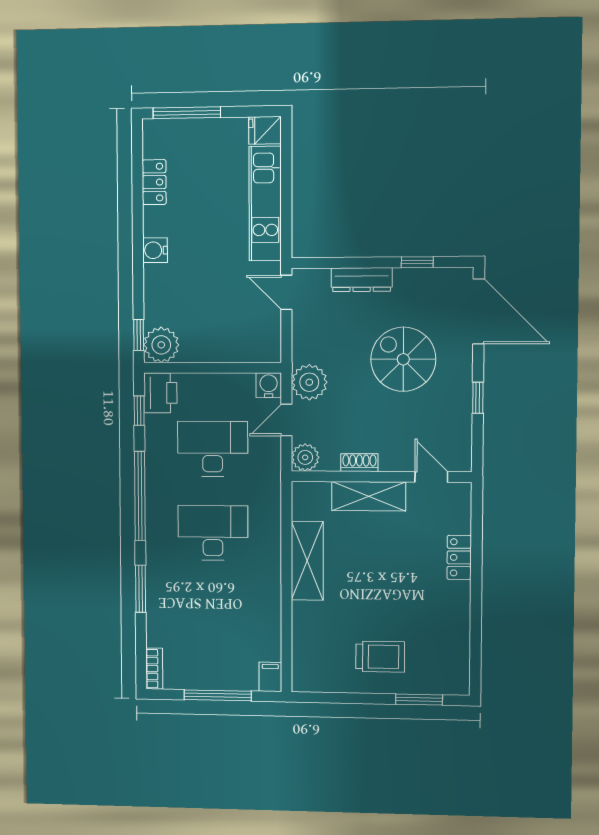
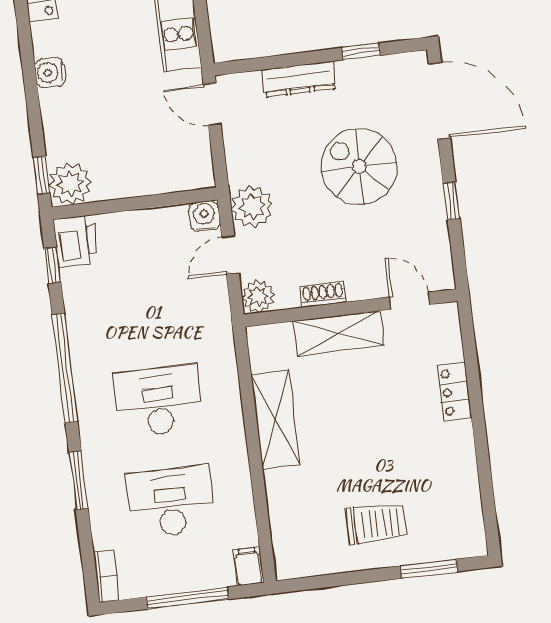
desk: (213, 449) -> (171, 502), moved

